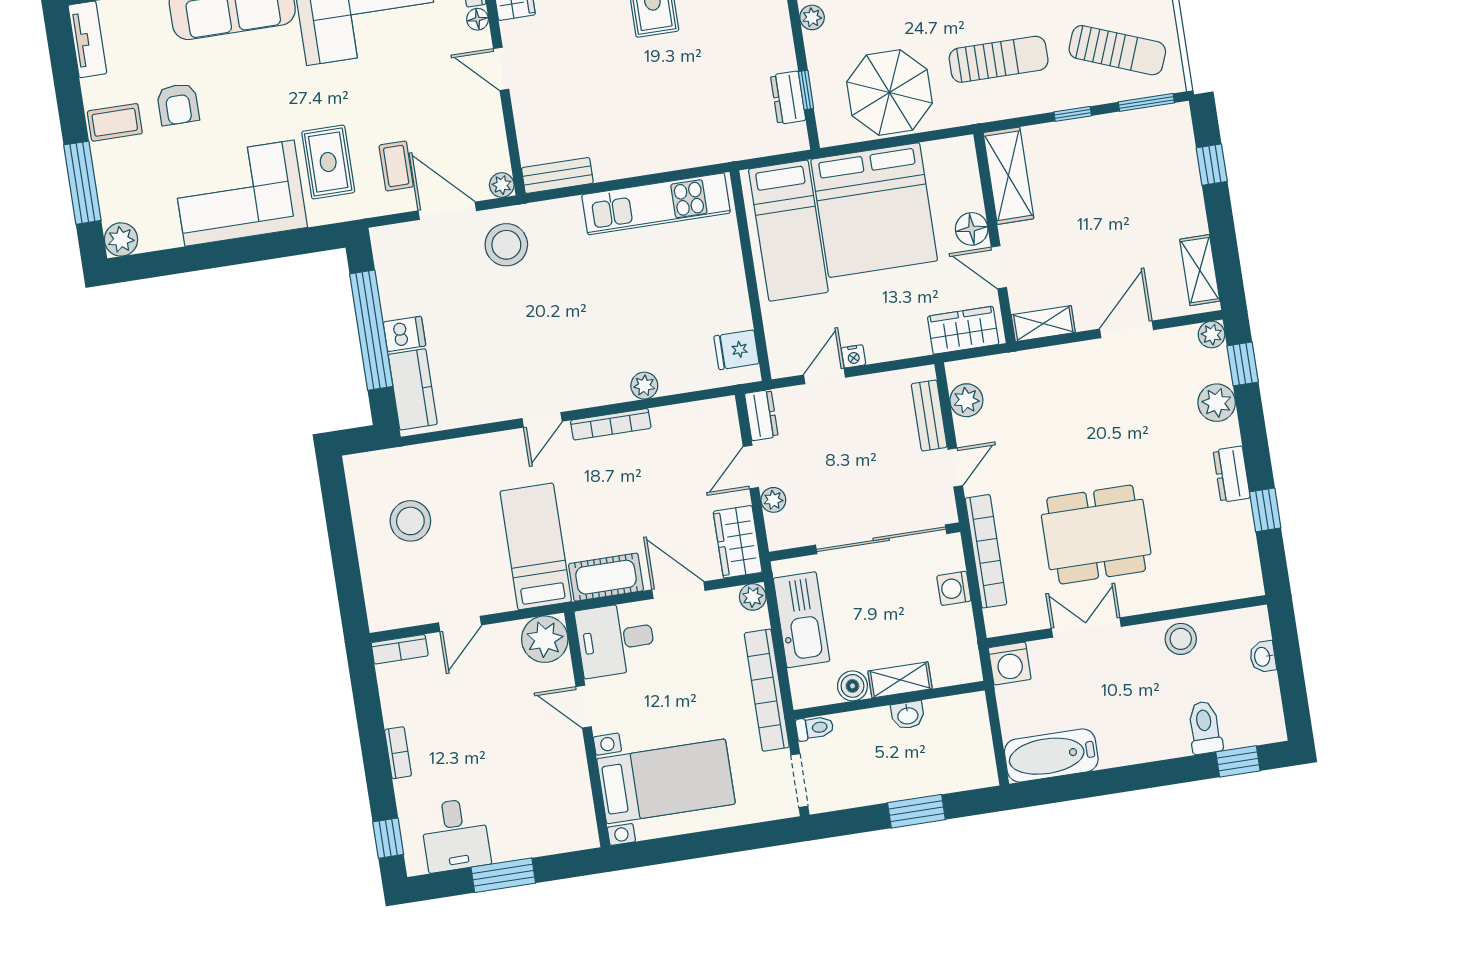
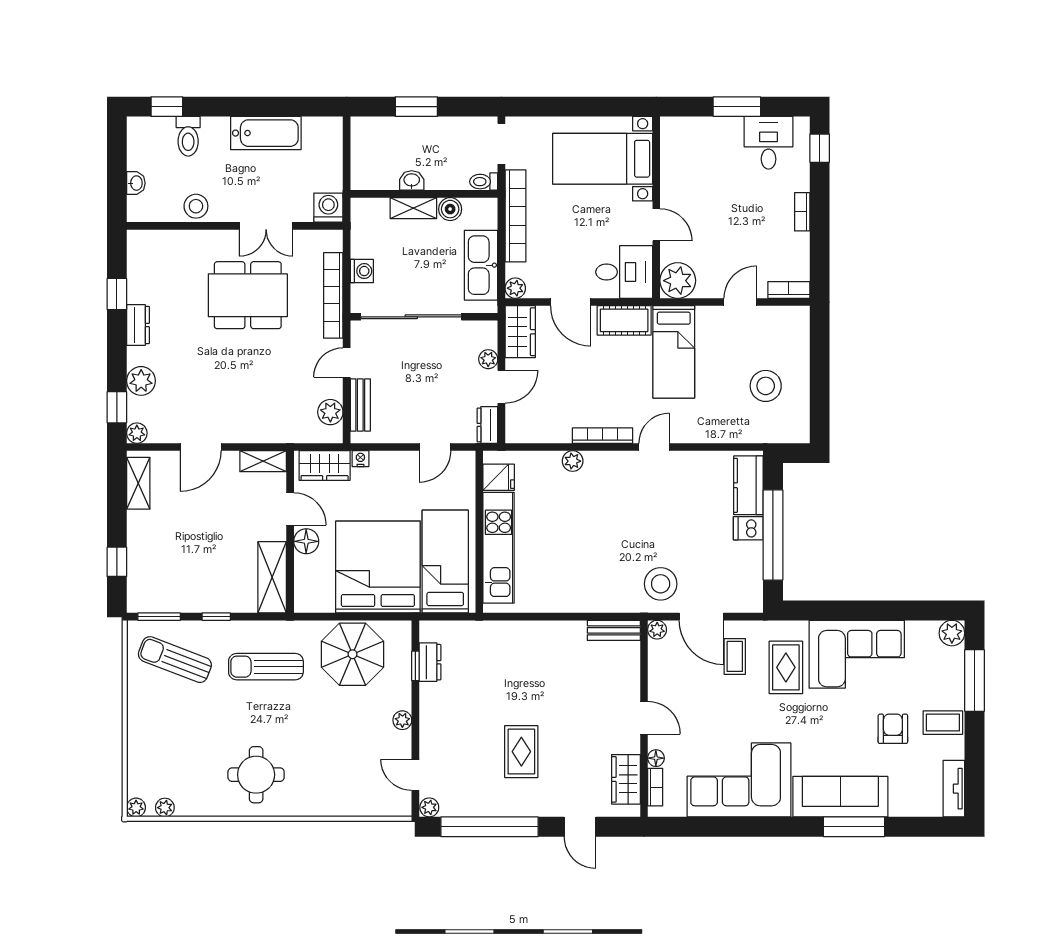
kitchen unit: (656, 204) -> (499, 548), moved, turned 90
nightstand: (853, 356) -> (360, 459), moved
bathtub: (1051, 755) -> (266, 133), moved

